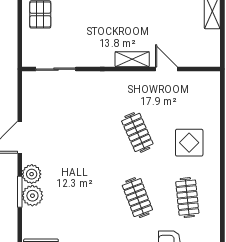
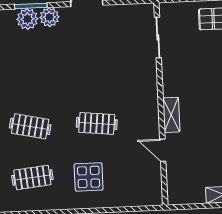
door: (166, 69) -> (163, 150), swing flipped
clothes rail: (137, 132) -> (97, 123), turned 30
clothes rail: (137, 198) -> (30, 126), turned 33

